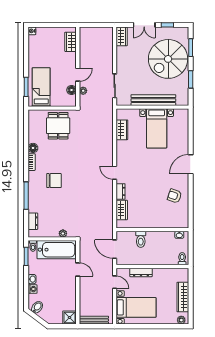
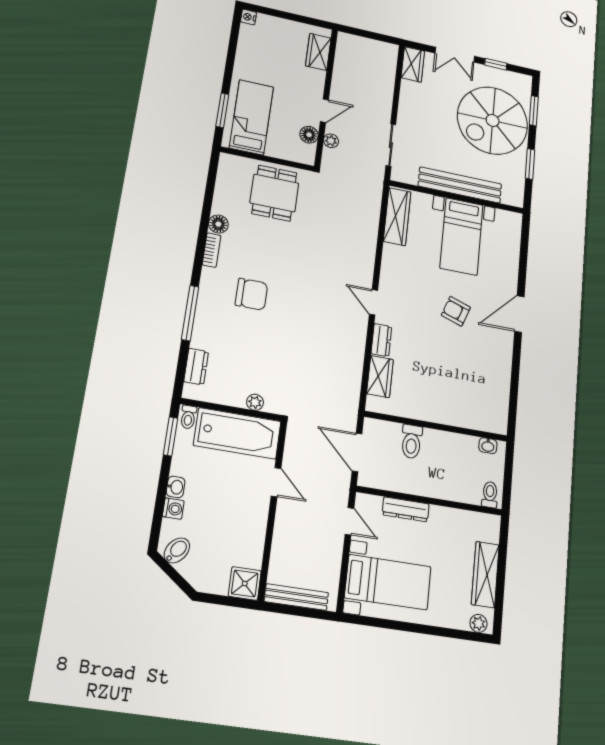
wardrobe: (122, 130) -> (397, 217), width x1.50
armchair: (175, 196) -> (456, 311), moved

